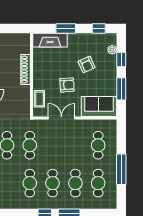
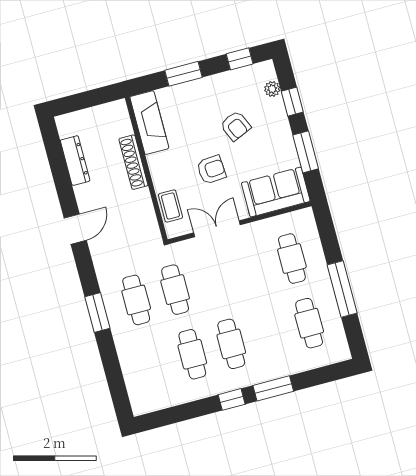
fireplace: (50, 40) -> (149, 123), moved, turned -90
cafe table: (75, 183) -> (270, 334), removed

